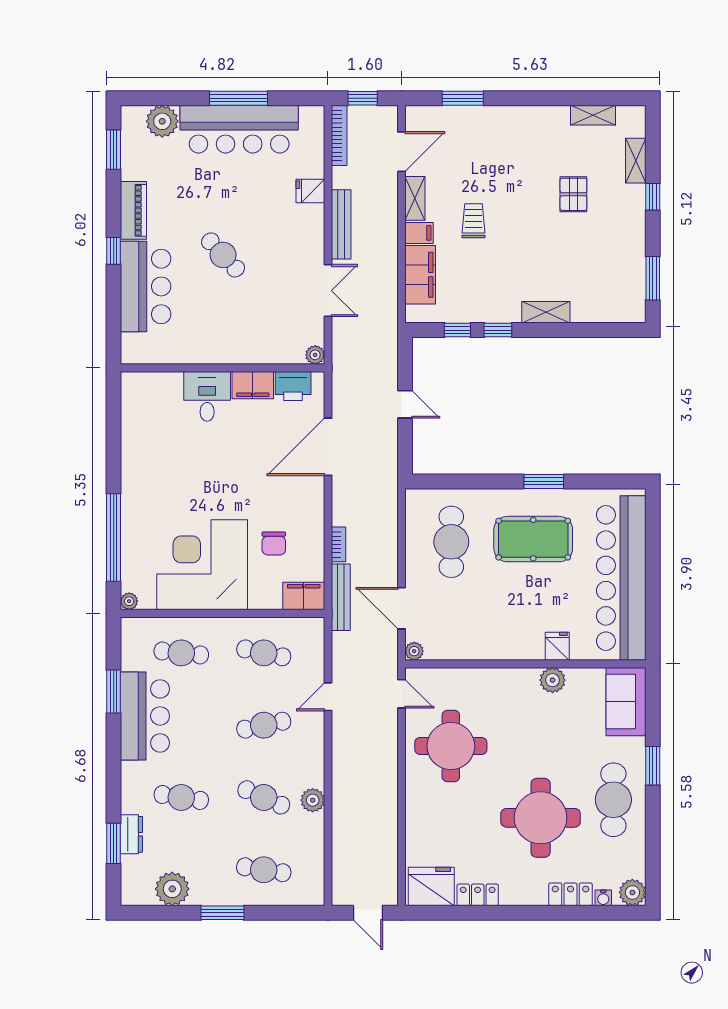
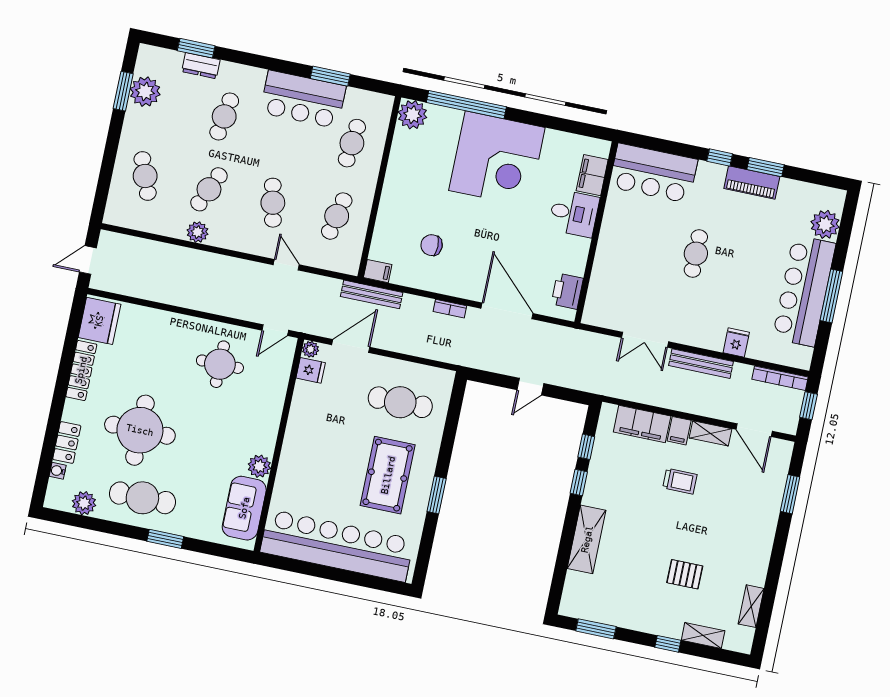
window: (114, 150) -> (765, 167), moved
cafe table: (223, 255) -> (696, 254), turned -47
bar counter: (146, 286) -> (653, 173), moved
shelving: (546, 312) -> (587, 539), width x1.50, depth x1.33
plant: (315, 355) -> (591, 316), removed
filing cabinet: (253, 385) -> (592, 175), moved
bookcase: (339, 544) -> (450, 309), moved
corner desk: (202, 565) -> (497, 159), moved, turned 90
filing cabinet: (304, 596) -> (378, 271), width x0.50
plant: (129, 601) -> (413, 115), width x1.88, depth x1.88
fridge: (557, 646) -> (311, 370), moved
sofa: (626, 702) -> (244, 508), moved, turned -90
round table: (451, 746) -> (220, 364), width x0.73, depth x0.73
cafe table: (264, 870) -> (145, 176), turned -30
plant: (632, 892) -> (84, 503), moved
locker: (478, 895) -> (81, 370), width x1.53
window: (223, 913) -> (123, 91), moved

